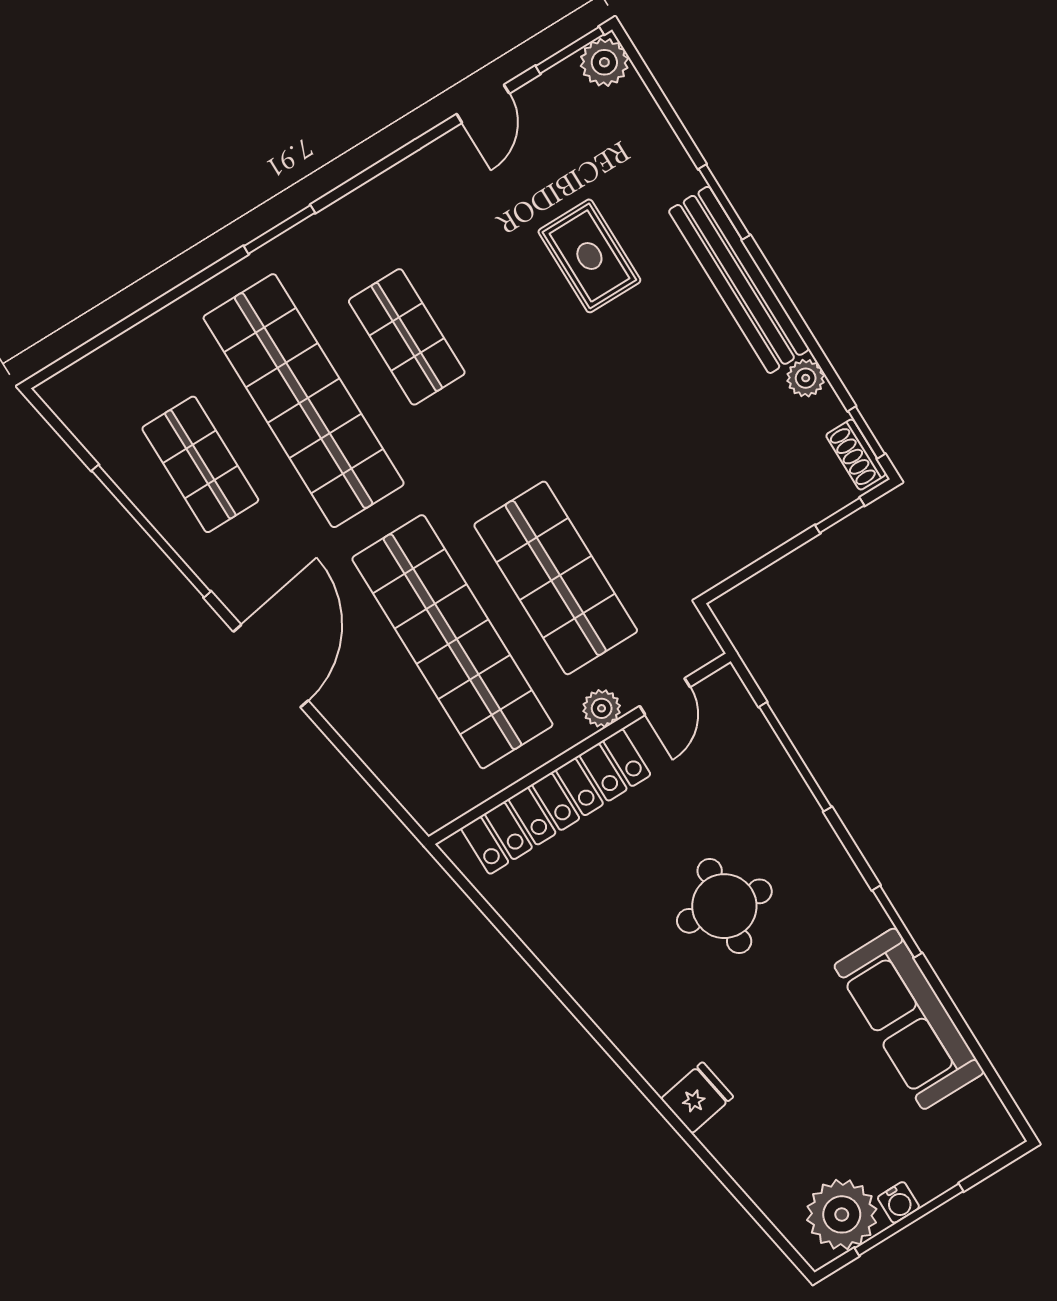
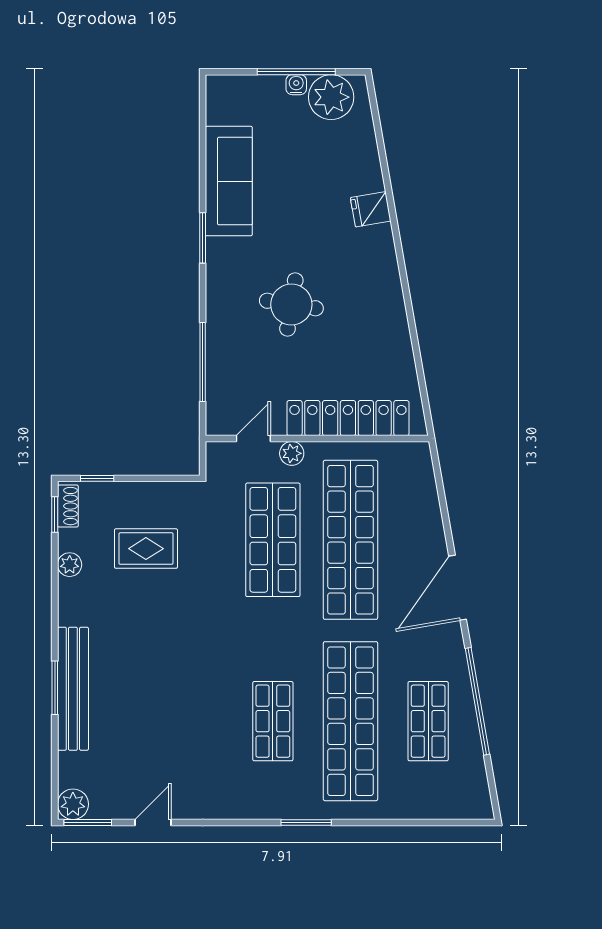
rug: (589, 256) -> (146, 549), moved, turned 90
bench: (739, 280) -> (73, 689), moved

